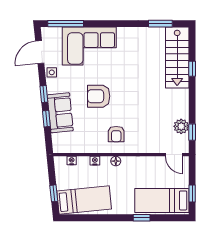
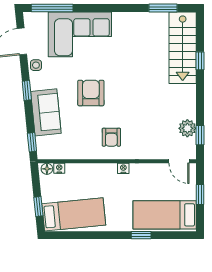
armchair: (99, 96) -> (91, 93), turned 90
window: (46, 119) -> (32, 142), moved
nightstand: (95, 161) -> (123, 168), moved
floor lamp: (116, 161) -> (47, 169), moved
window: (192, 194) -> (200, 195), moved

